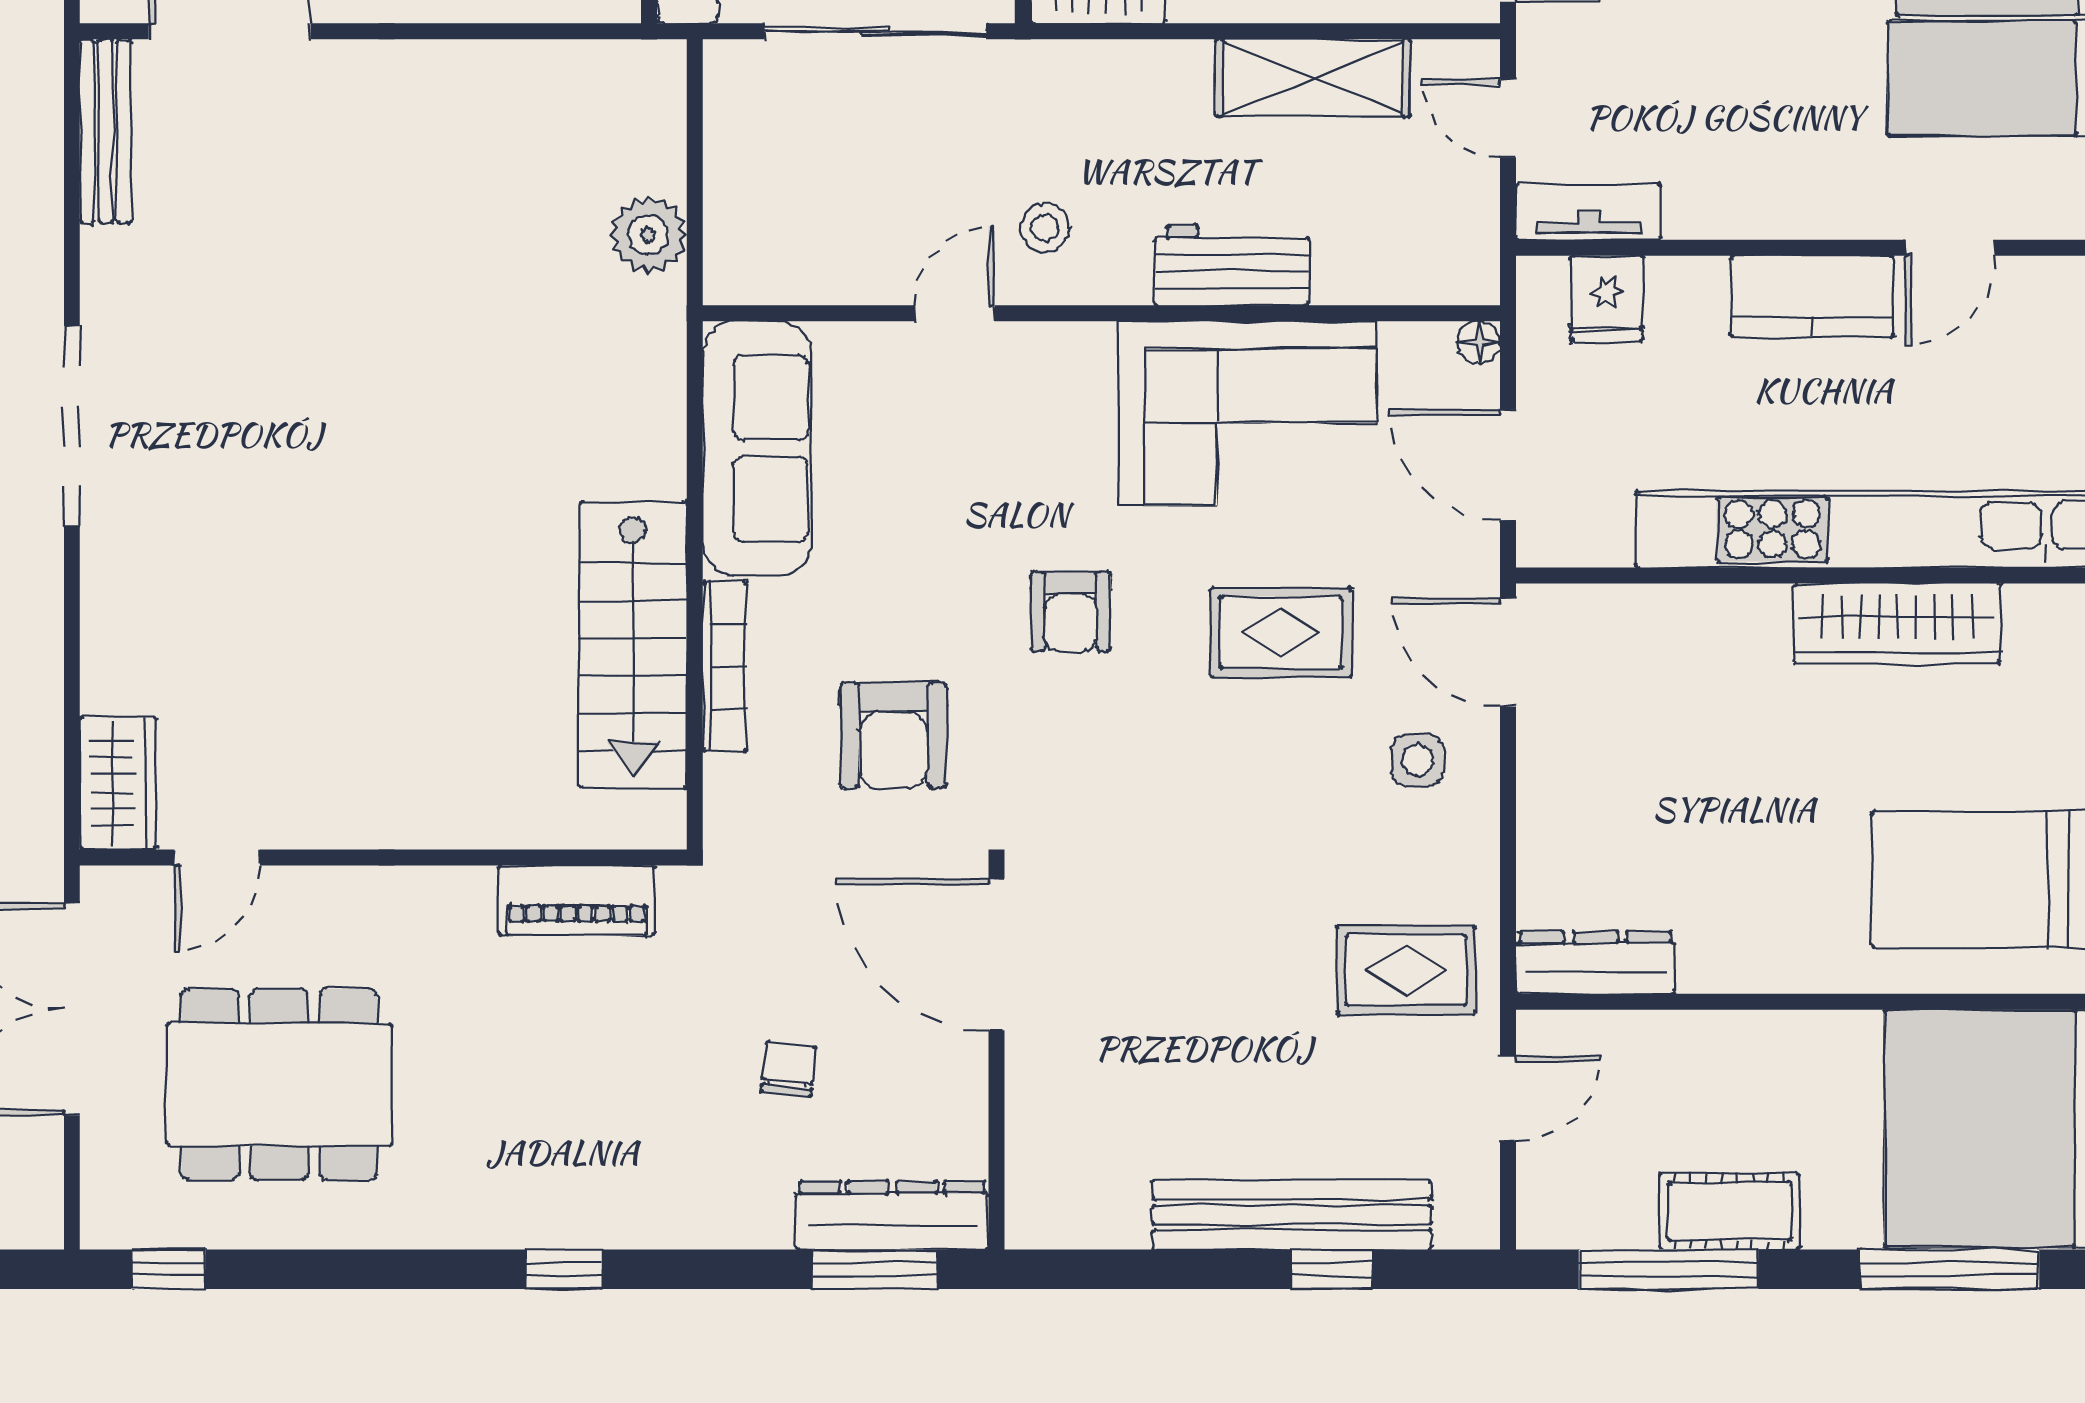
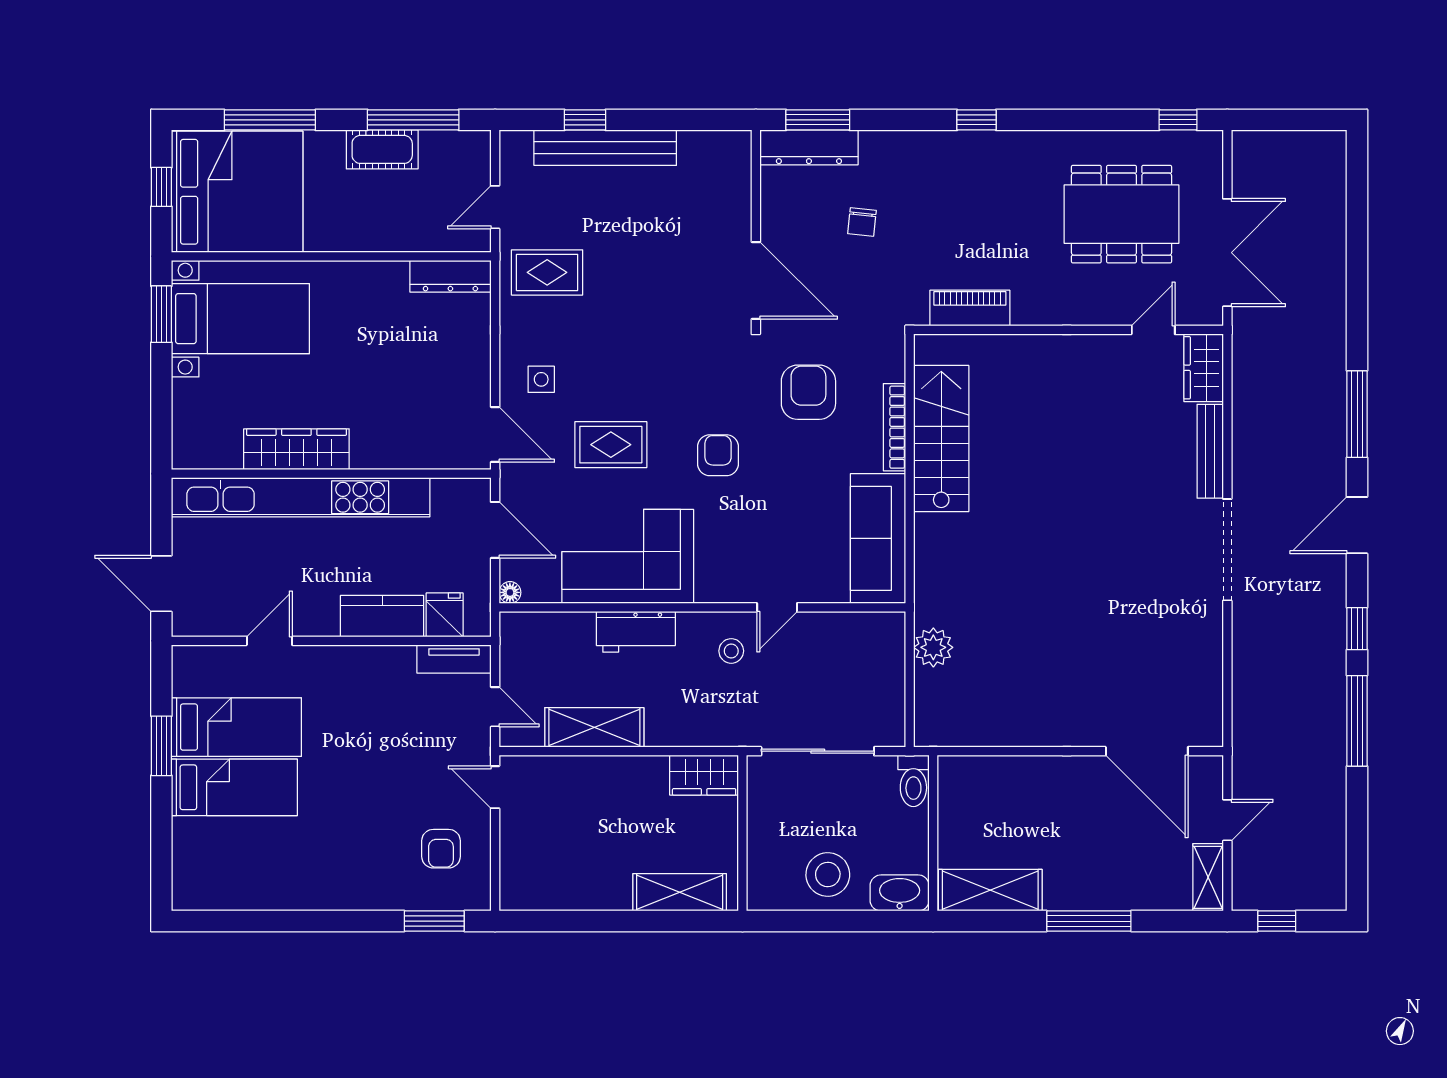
bench: (106, 131) -> (1210, 451), moved
kitchen counter: (1812, 296) -> (382, 616), moved

